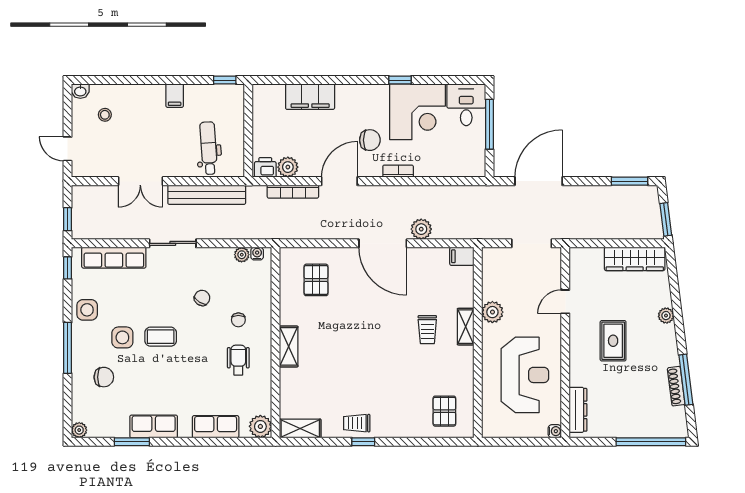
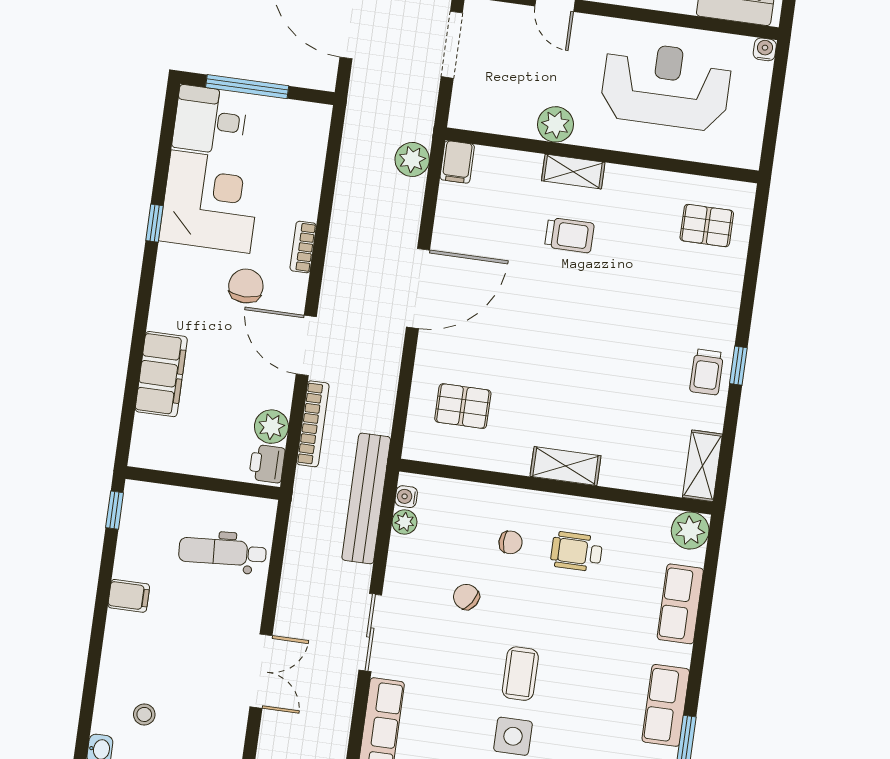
bench: (207, 195) -> (366, 498), moved
plant: (421, 229) -> (412, 159), moved

